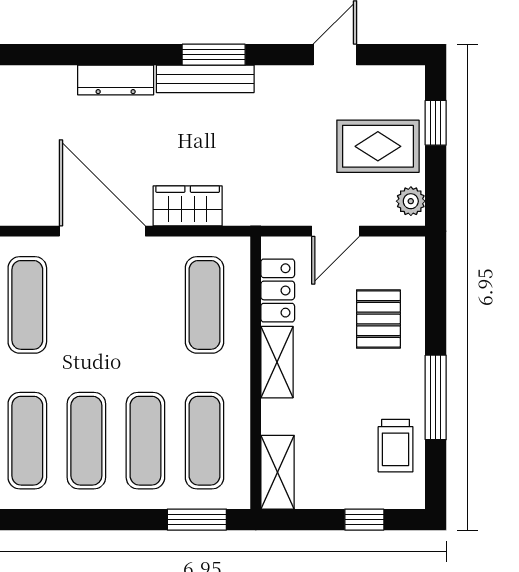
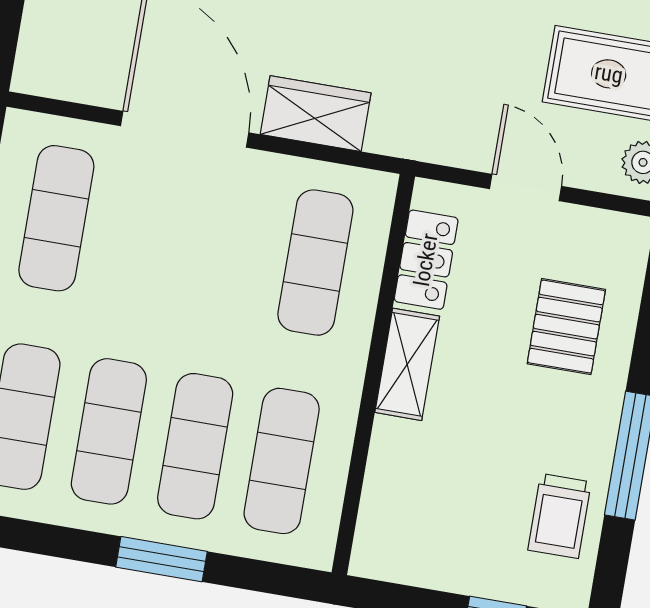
door: (336, 231) -> (525, 188), swing flipped
shelving: (278, 472) -> (380, 525), removed
window: (197, 520) -> (162, 559), moved

